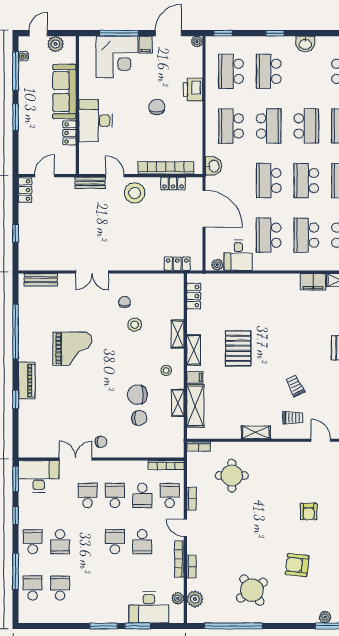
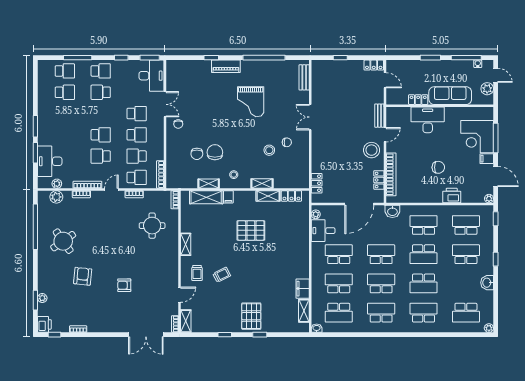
shelving: (194, 350) -> (268, 196), moved

